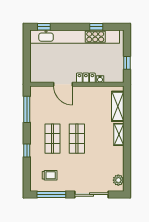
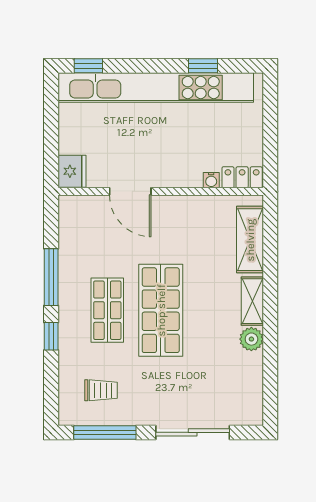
window: (127, 63) -> (270, 144), removed
fridge: (36, 75) -> (72, 171), added
locker: (86, 78) -> (242, 177), moved
window: (27, 109) -> (51, 277), moved
shop shelf: (77, 139) -> (161, 310), width x1.43, depth x1.36
plant: (118, 180) -> (251, 339), moved

